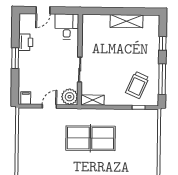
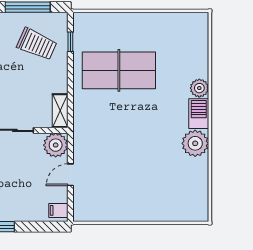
door: (49, 106) -> (70, 175), hinge flipped
table tennis table: (91, 138) -> (119, 70), moved, turned 90

